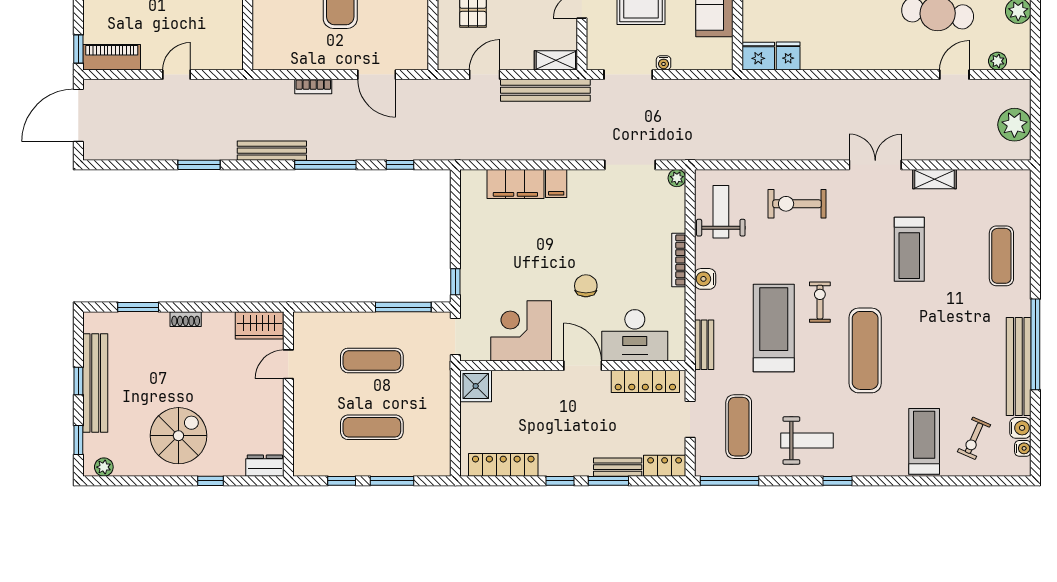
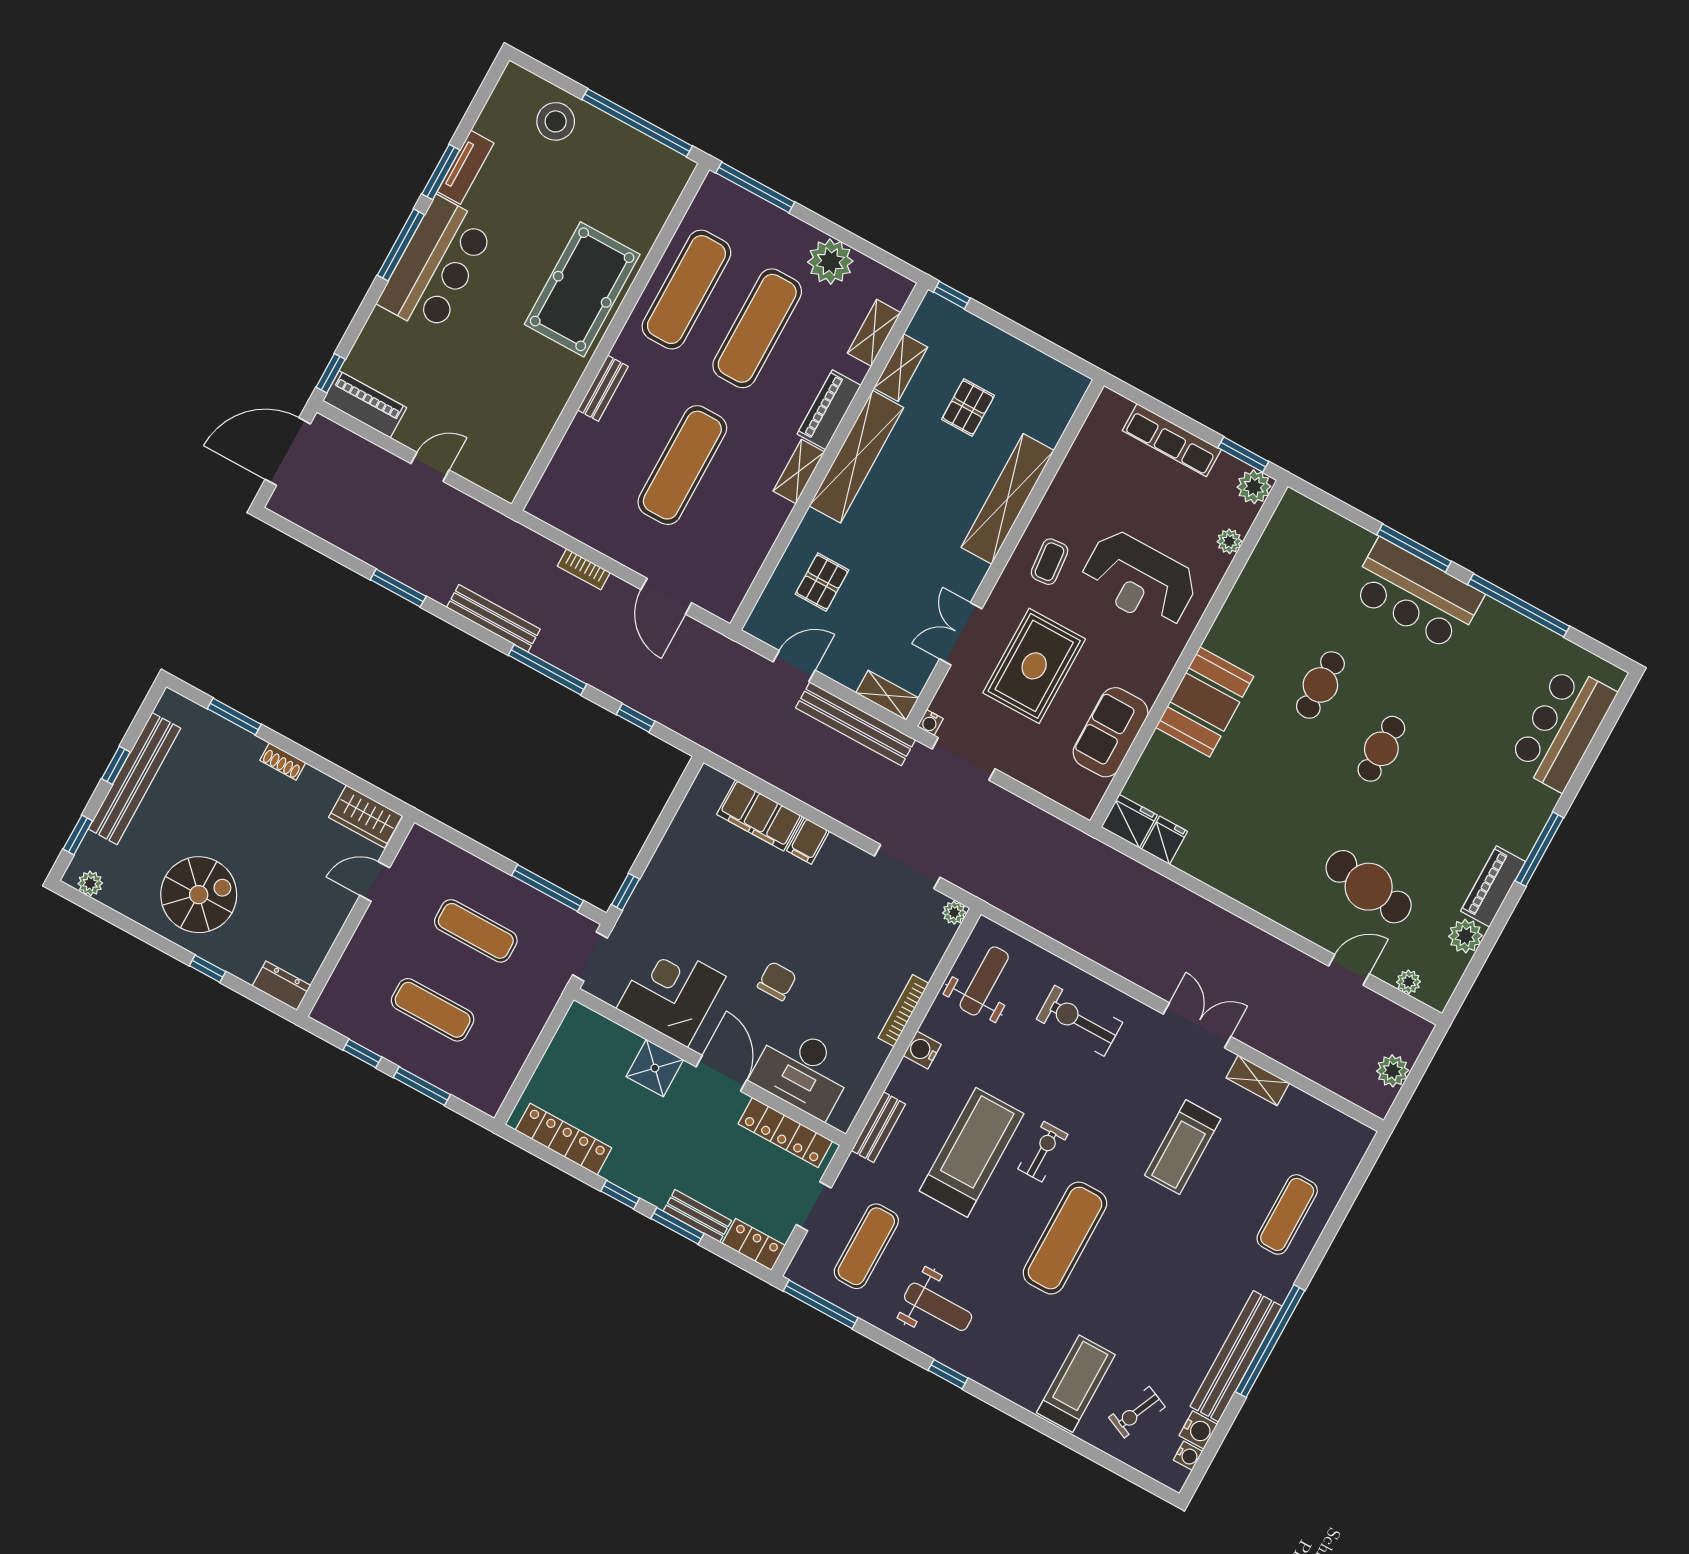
water cooler: (664, 63) -> (930, 723), moved
plant: (1014, 125) -> (1393, 1071), width x0.73, depth x0.73
shower: (476, 386) -> (655, 1068), moved

